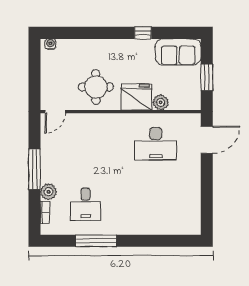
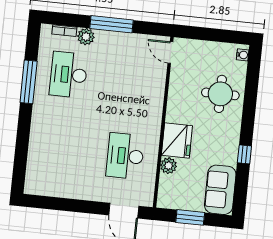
round table: (96, 87) -> (220, 94), moved
desk: (86, 204) -> (69, 75), width x1.37

